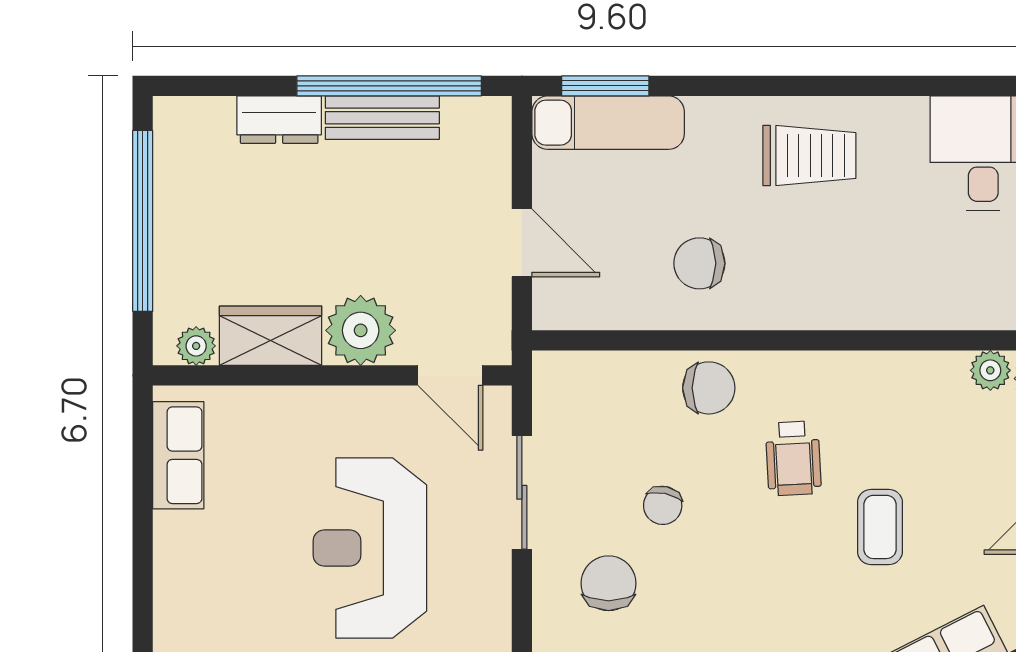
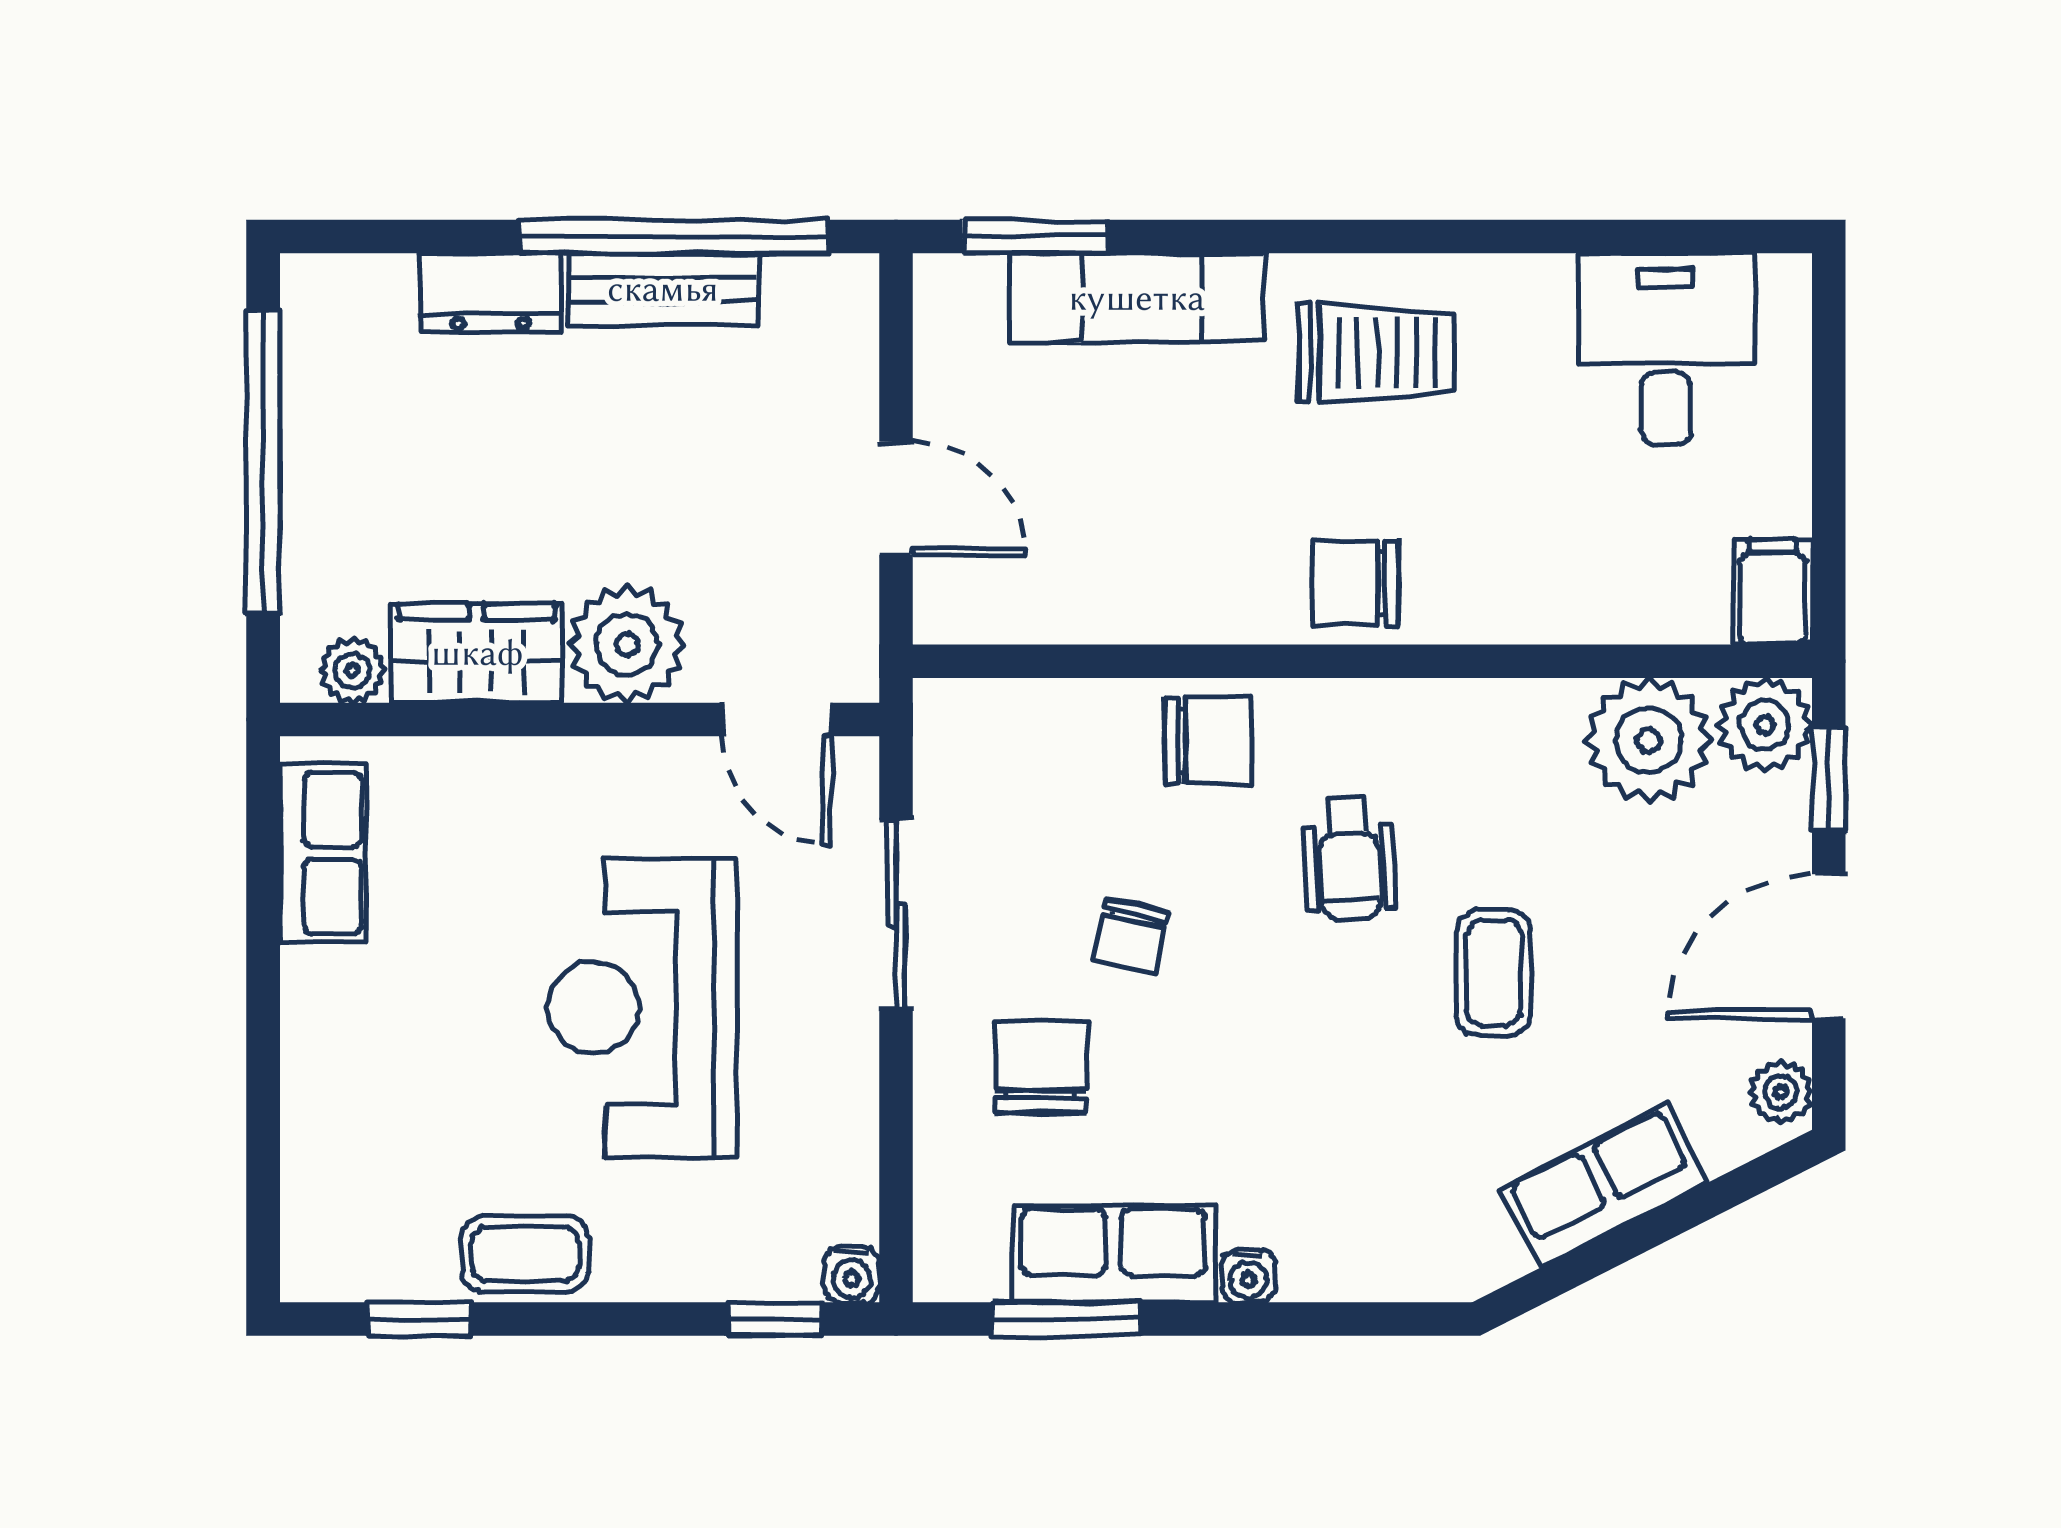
exam couch: (608, 123) -> (1137, 298), moved
chair: (699, 263) -> (1356, 583), moved
plant: (990, 370) -> (1649, 740), width x1.87, depth x1.87

